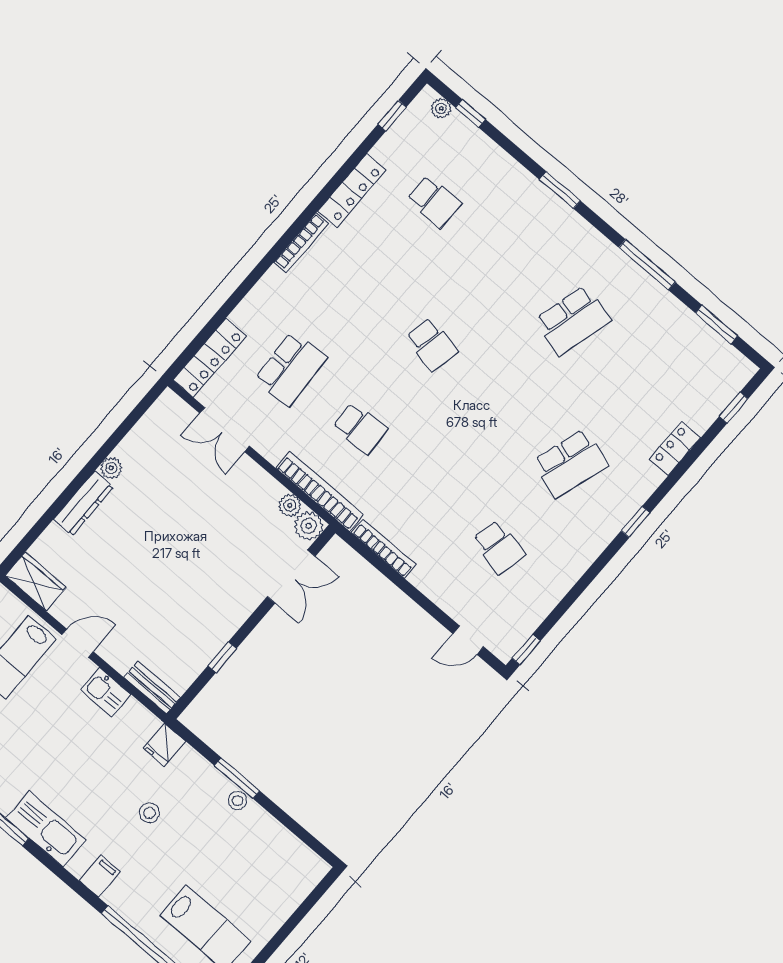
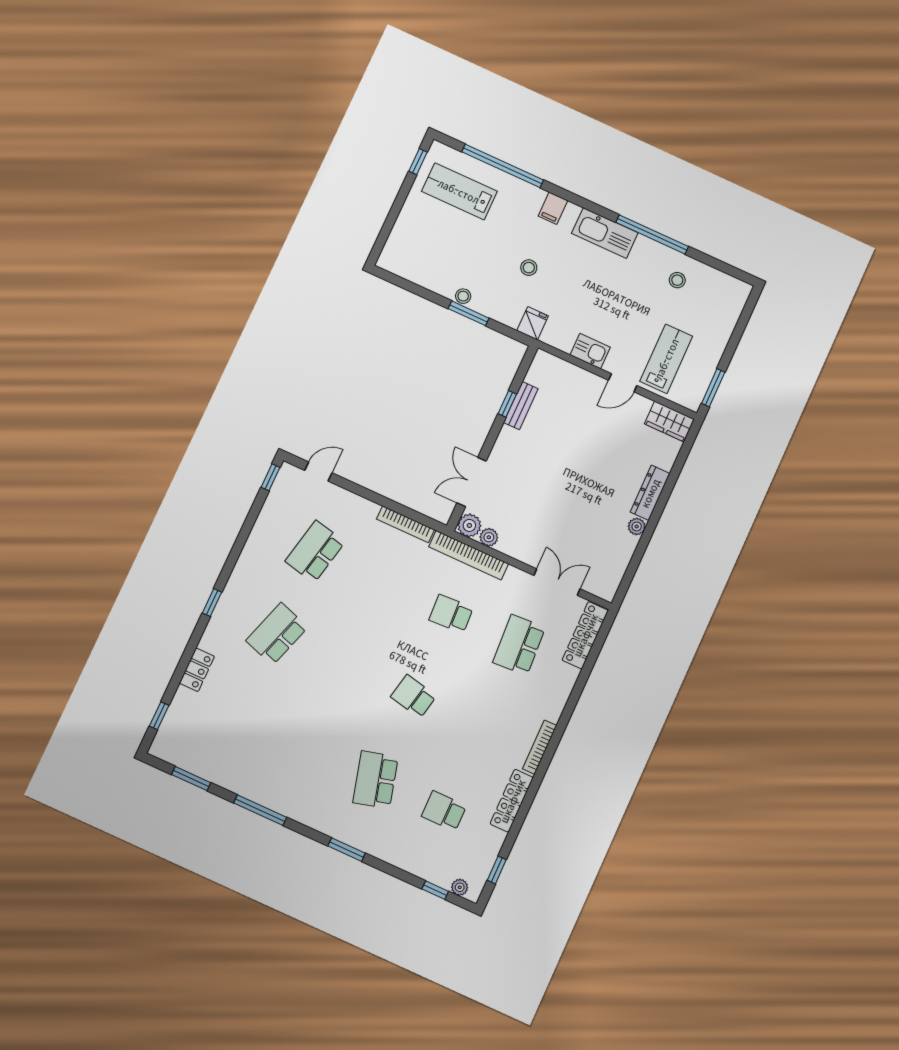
school desk: (573, 320) -> (375, 780), moved, turned -30
school desk: (499, 547) -> (315, 552), width x1.85
bench: (152, 688) -> (521, 406), moved, turned 90

